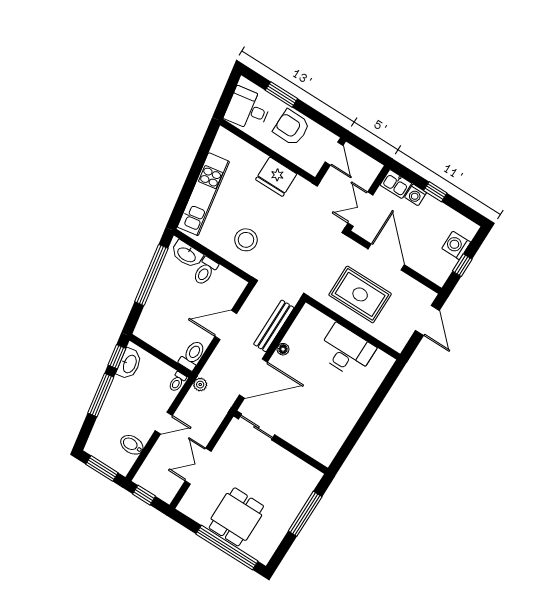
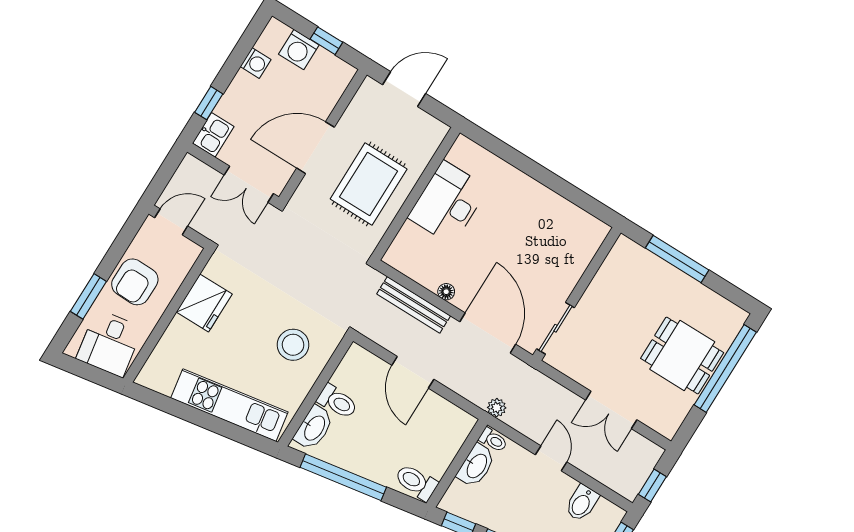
window: (435, 192) -> (209, 103), moved
washing machine: (416, 195) -> (256, 63), moved
toilet: (192, 355) -> (416, 482), moved
washbasin: (129, 364) -> (476, 466), moved, turned 99

